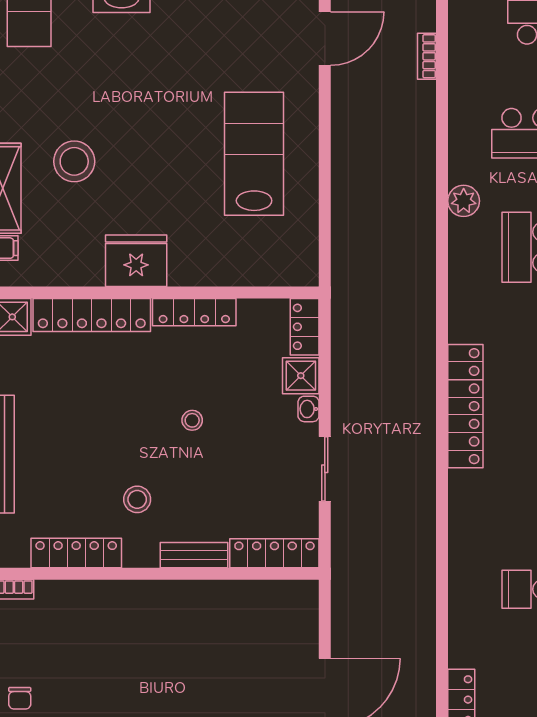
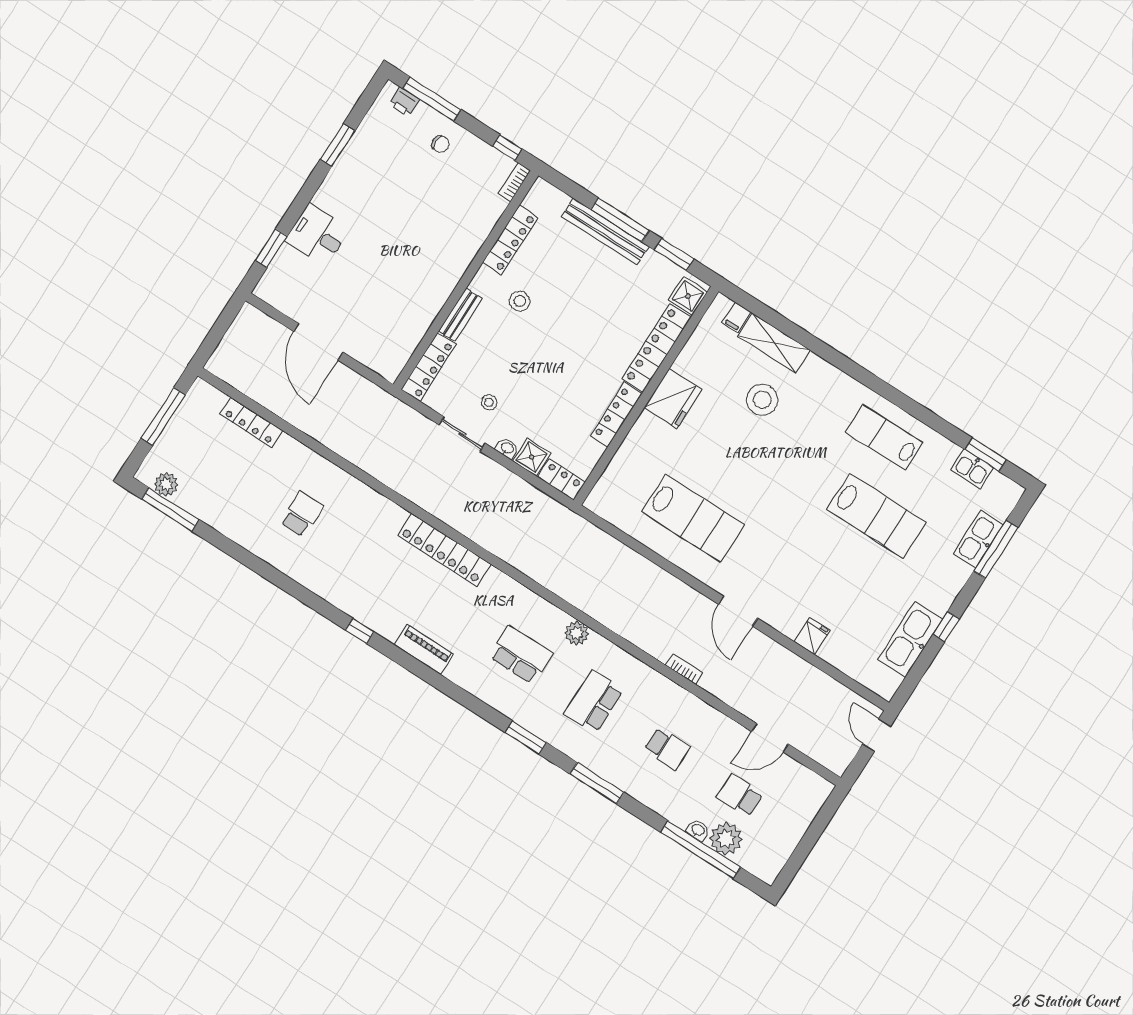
stool: (192, 420) -> (489, 402), moved
chair: (20, 698) -> (440, 144), turned 180

